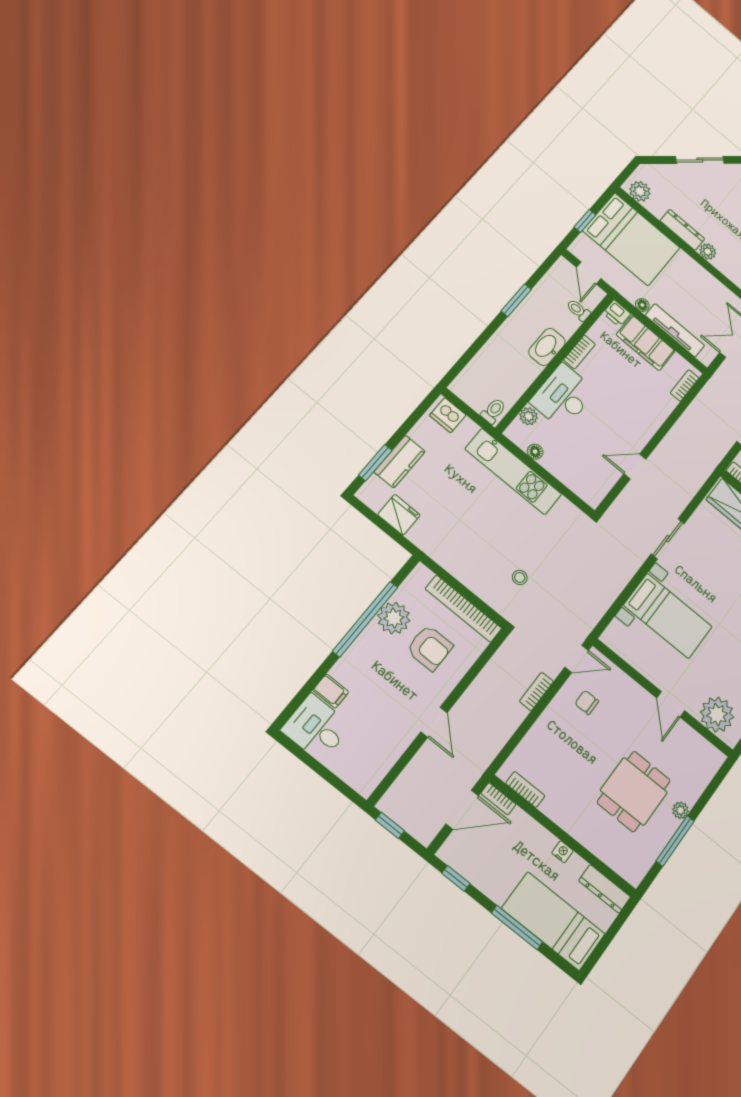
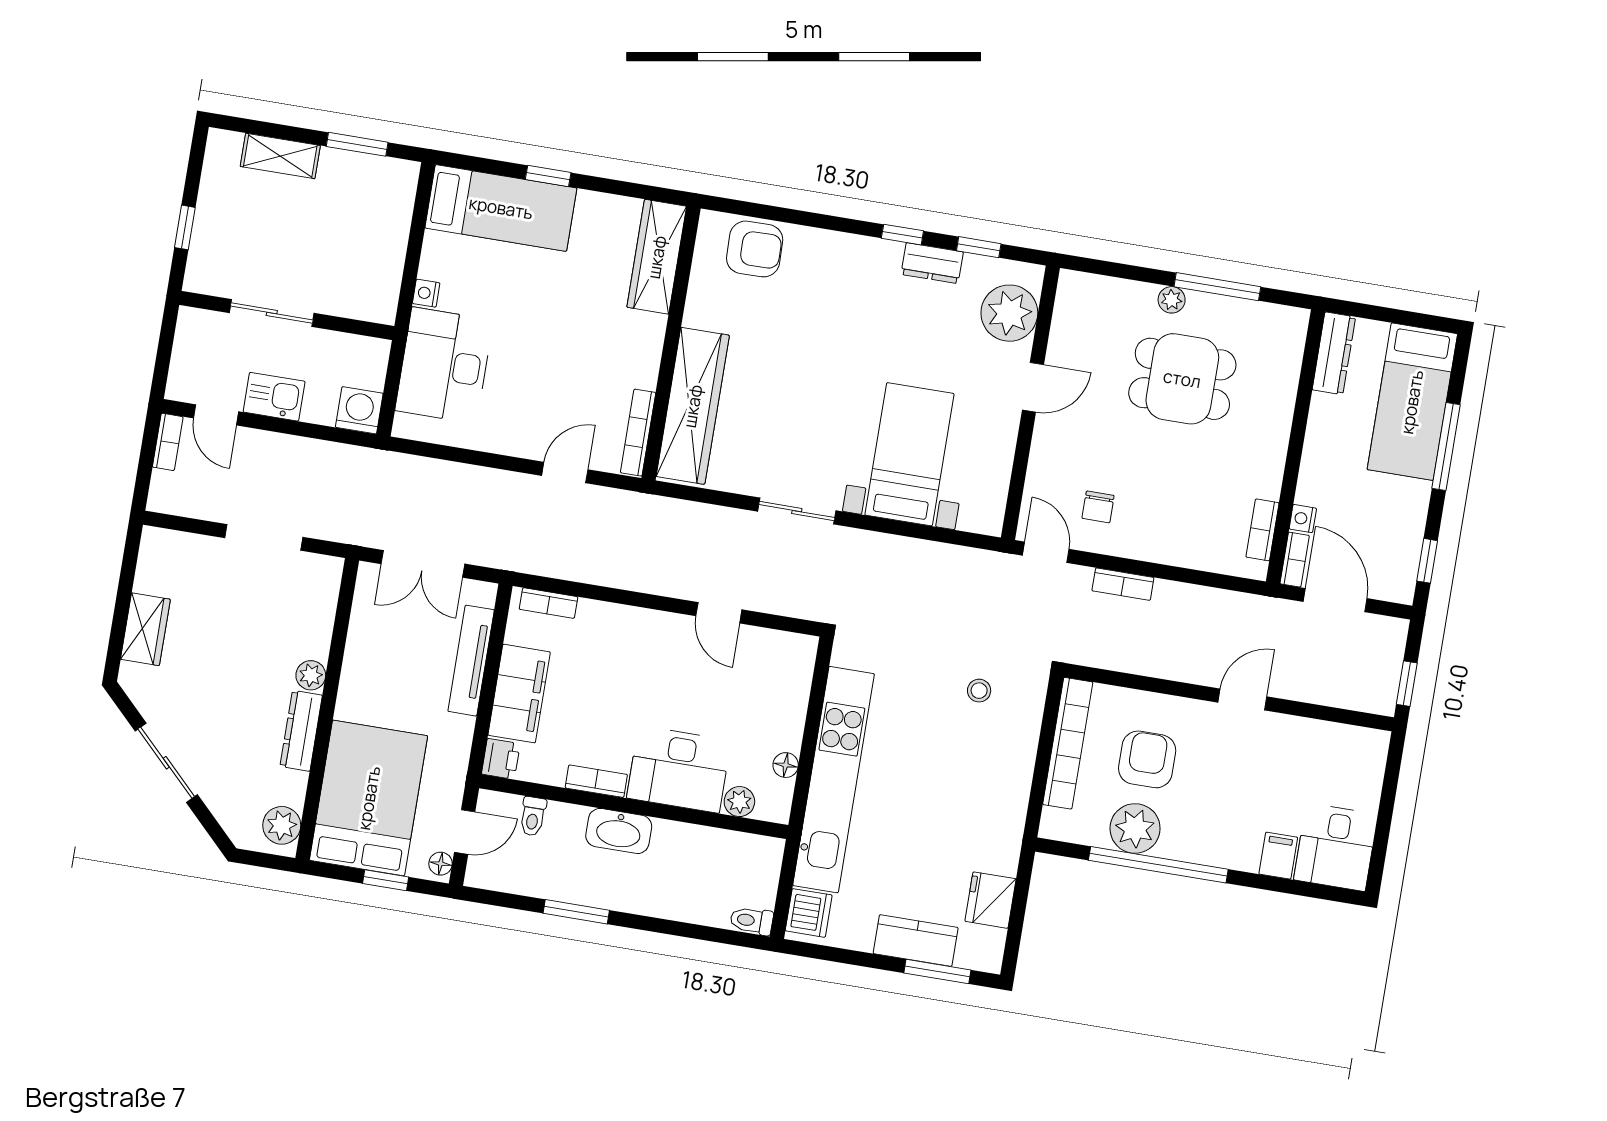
floor lamp: (642, 305) -> (441, 864), moved
toilet: (493, 411) -> (752, 921), moved
kitchen unit: (513, 472) -> (834, 780), width x1.36
nightstand: (562, 852) -> (1303, 519), moved

